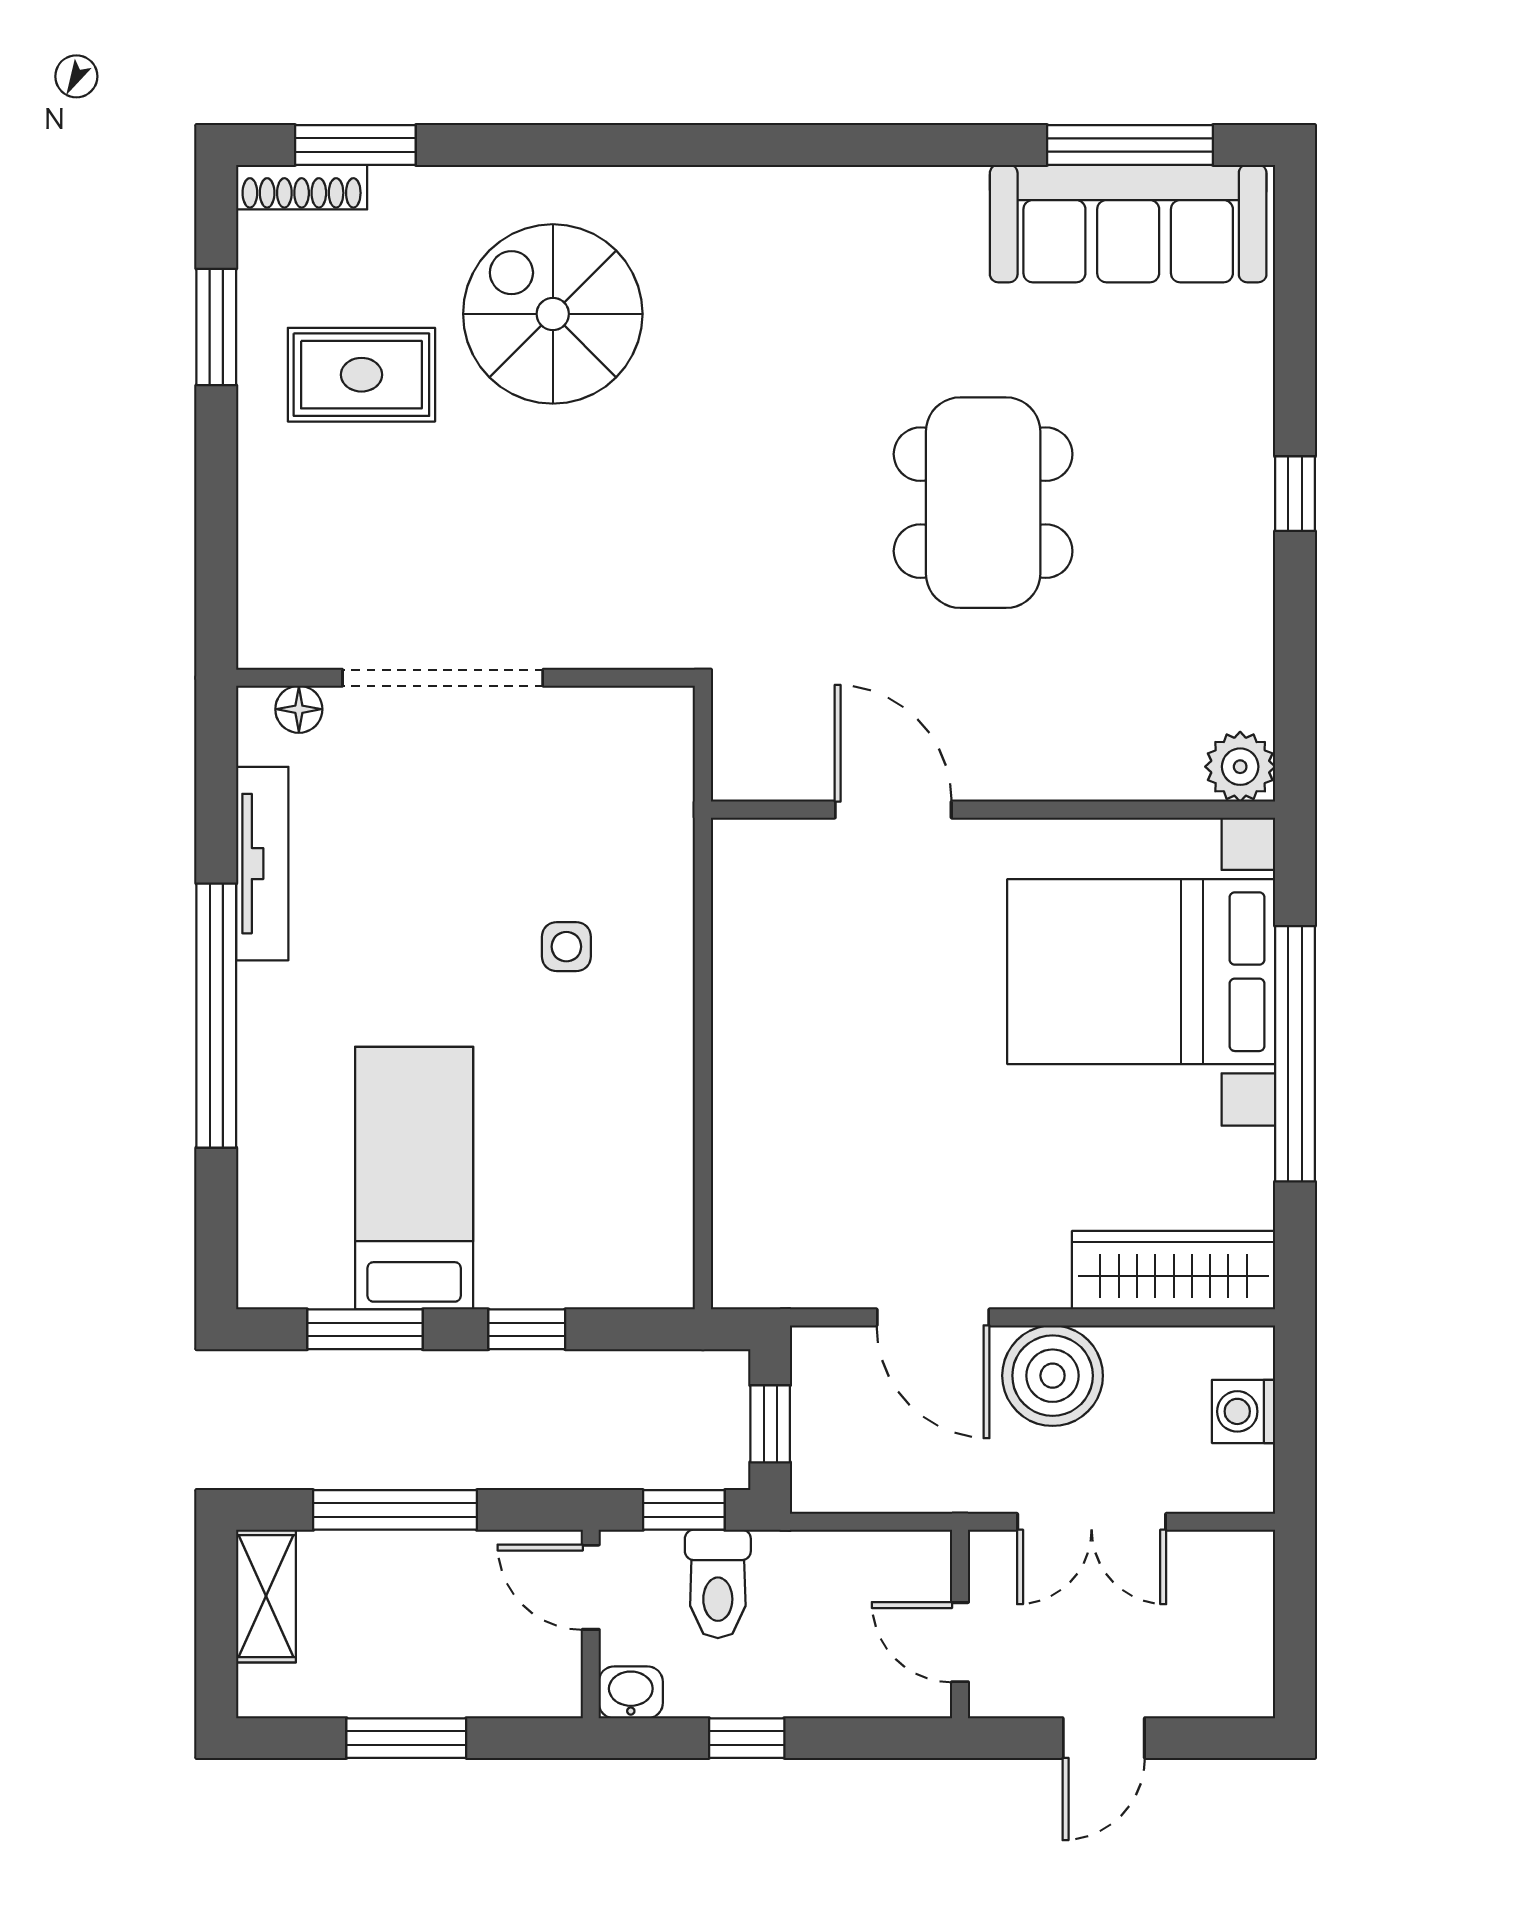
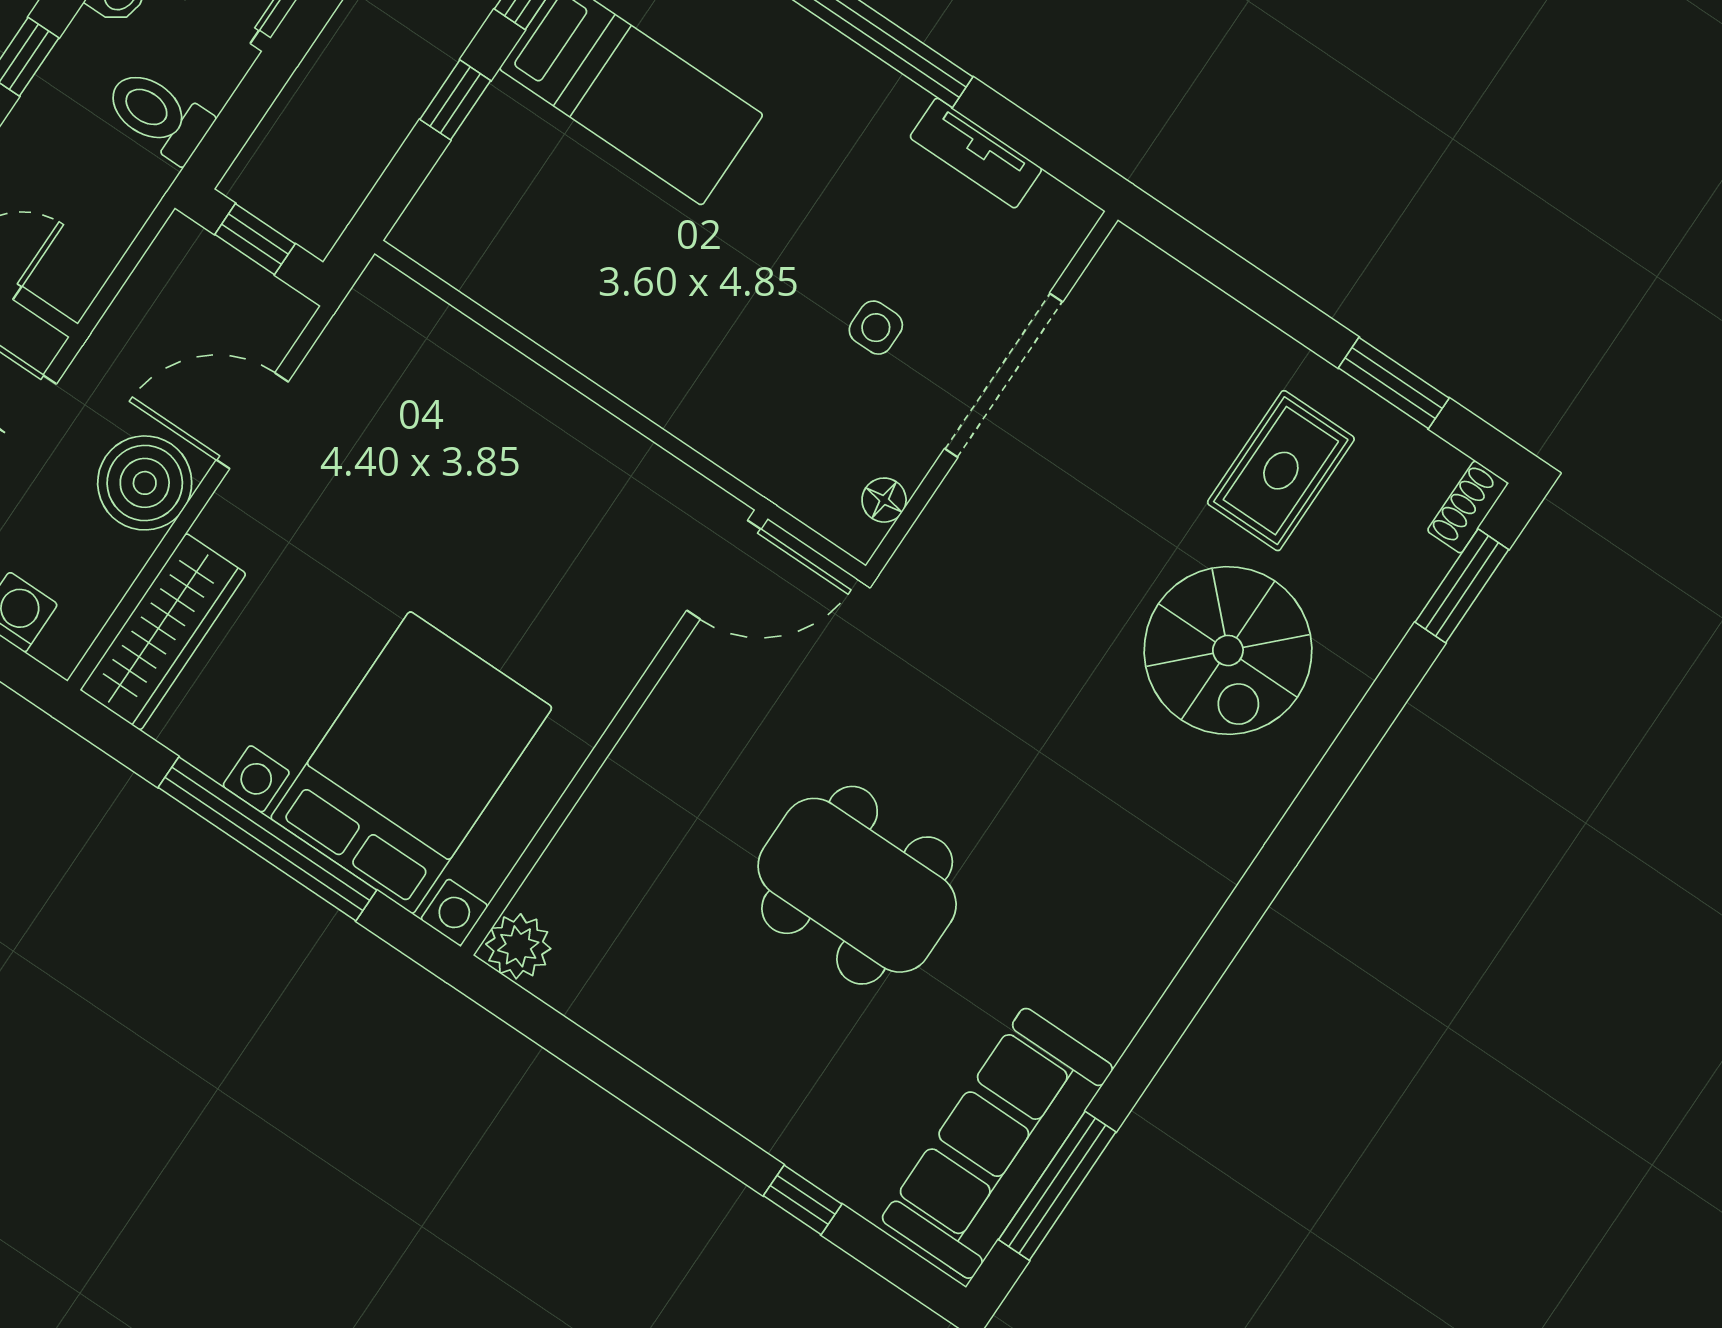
shoe rack: (302, 187) -> (1468, 507), width x0.70
spiral stairs: (553, 314) -> (1228, 650), turned 90
window: (1295, 494) -> (803, 1200), moved
floor lamp: (299, 709) -> (884, 500), moved
door: (893, 810) -> (724, 570), moved
tv unit: (262, 864) -> (976, 153), width x0.71
side table: (566, 947) -> (876, 328), moved
window: (684, 1510) -> (233, 127), removed

